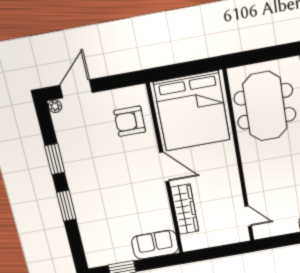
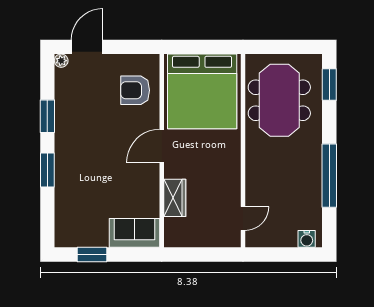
door: (164, 167) -> (162, 146), swing flipped
wardrobe: (185, 209) -> (175, 198), width x0.67
door: (248, 216) -> (243, 218), hinge flipped

